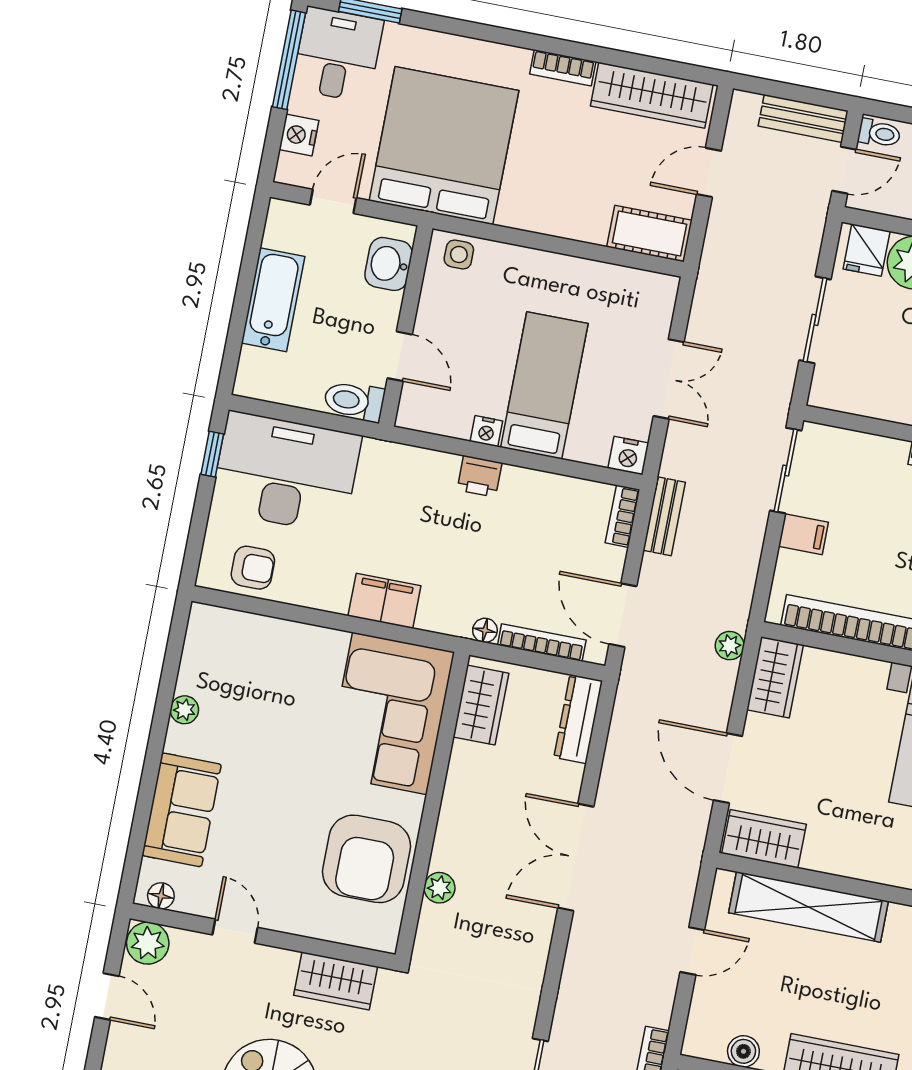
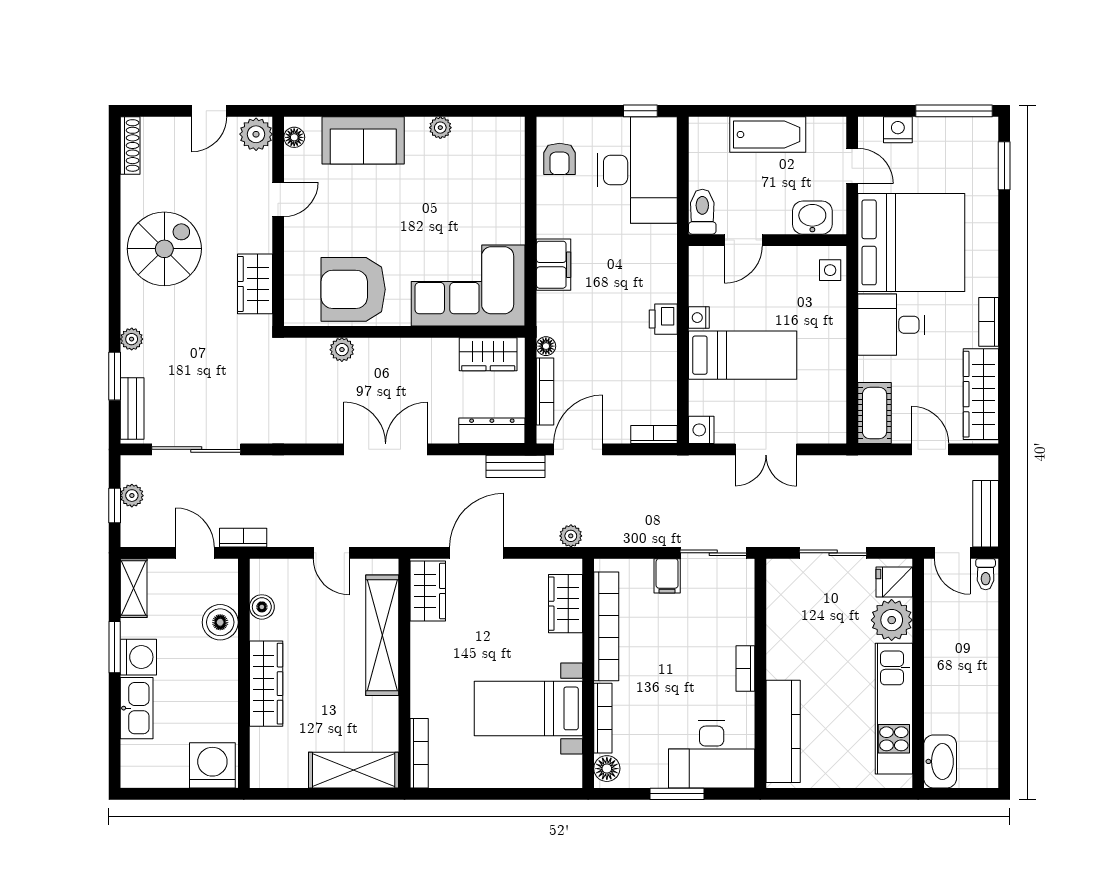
desk: (338, 55) -> (891, 325), moved, turned 180
bench: (664, 516) -> (516, 466), moved
wardrobe: (775, 677) -> (565, 604), moved, turned 90

